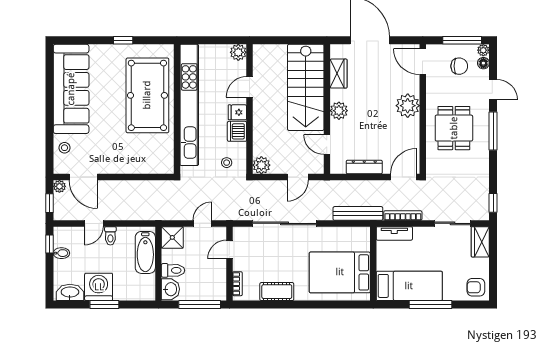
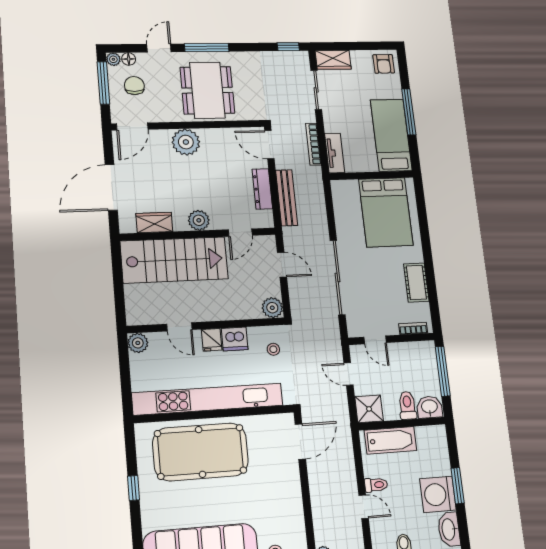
dining table: (454, 128) -> (207, 90), width x1.38
door: (83, 177) -> (300, 442), moved
bench: (358, 213) -> (287, 198), moved

